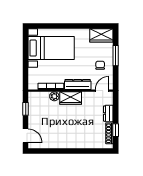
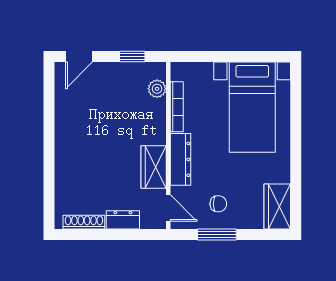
window: (116, 56) -> (217, 235), moved
plant: (54, 96) -> (157, 89), moved
wardrobe: (71, 98) -> (154, 167), moved
window: (116, 130) -> (90, 235), removed

